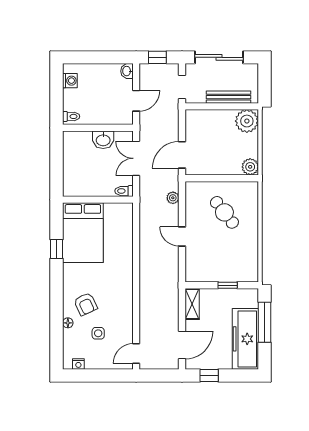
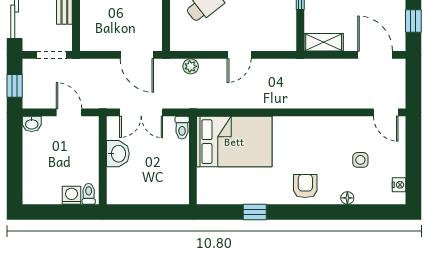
washing machine: (70, 81) -> (72, 195), moved
bed: (83, 233) -> (234, 142), moved
armchair: (86, 304) -> (305, 186), moved, turned -65

